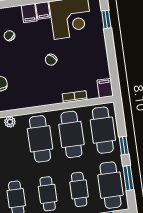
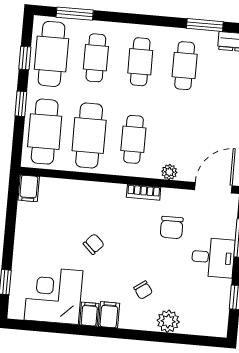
bookcase: (75, 97) -> (144, 192), moved
cafe table: (40, 139) -> (133, 139), width x0.73, depth x0.74
window: (128, 178) -> (25, 58), width x0.67

